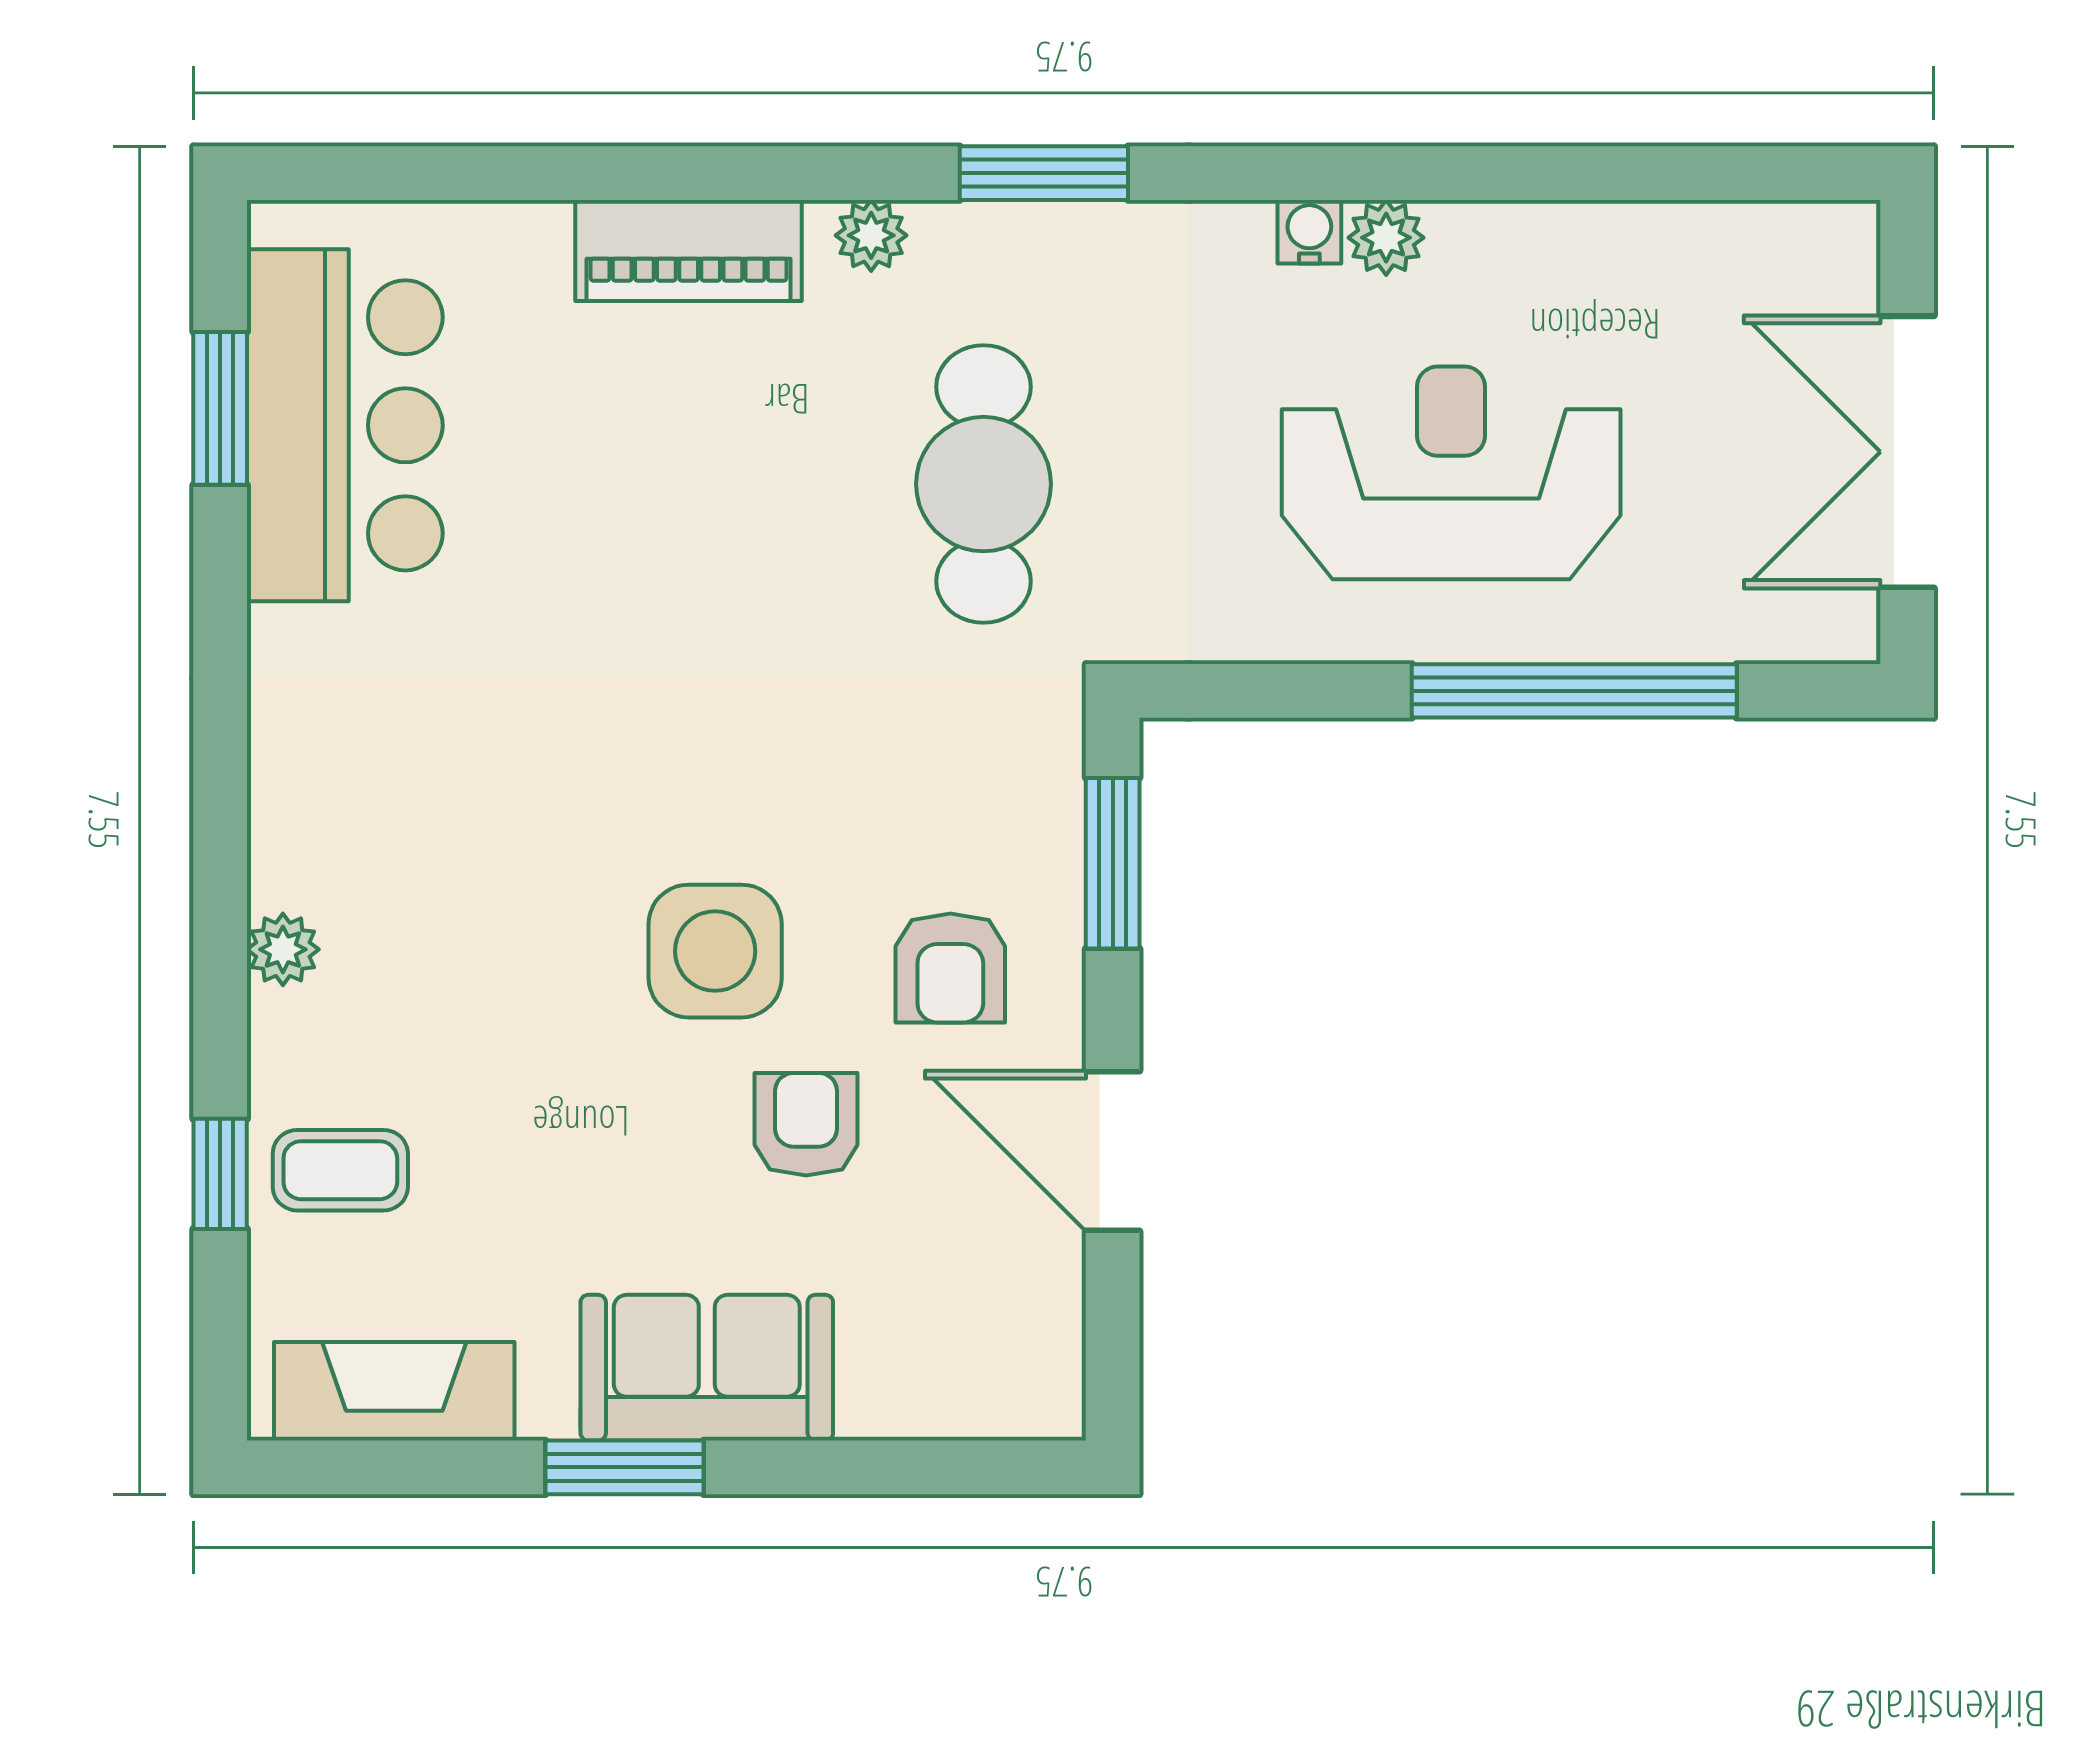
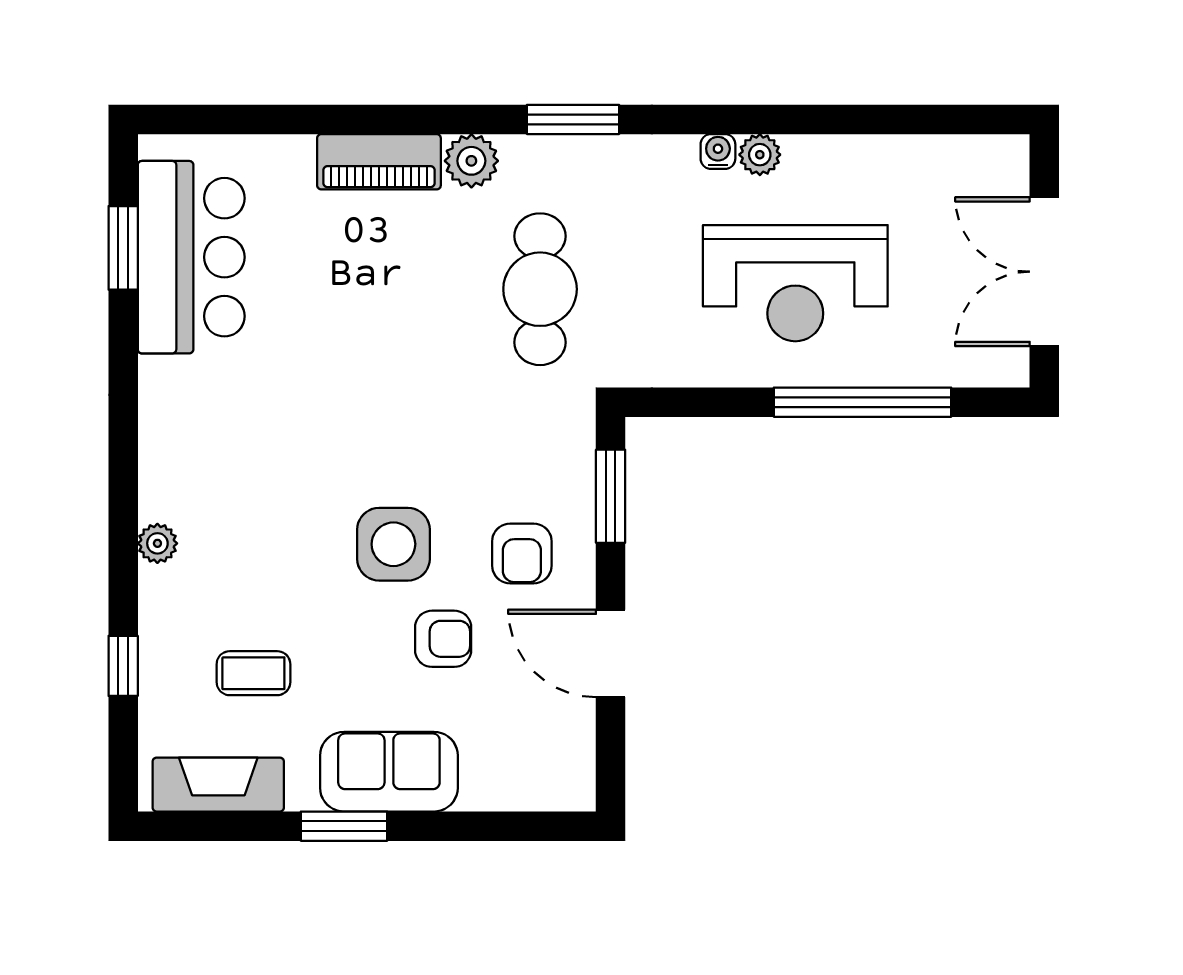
plant: (871, 235) -> (471, 161), width x1.38, depth x1.38
reception desk: (1451, 473) -> (795, 283), turned 180
armchair: (806, 1124) -> (443, 639), turned 90
coffee table: (340, 1170) -> (253, 673), moved

